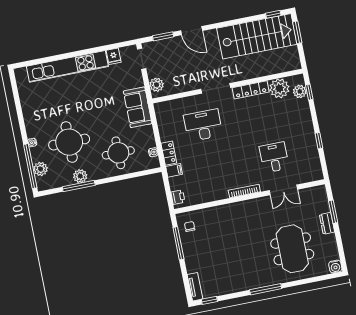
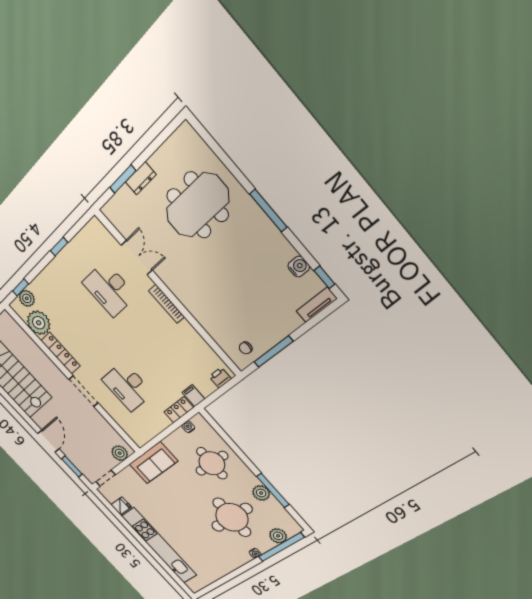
desk: (274, 157) -> (109, 289), width x1.37
water cooler: (335, 266) -> (299, 267), moved

